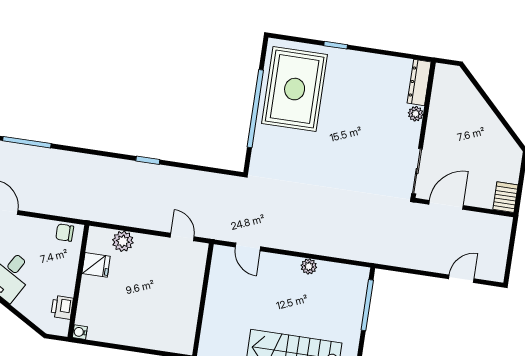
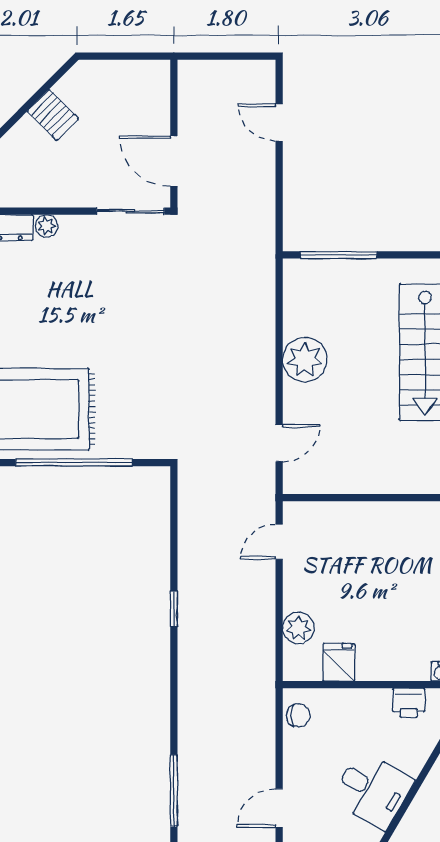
server rack: (506, 197) -> (53, 115), moved, turned -135
chair: (65, 233) -> (298, 715), turned -90
plant: (309, 266) -> (305, 360), width x1.87, depth x1.87

